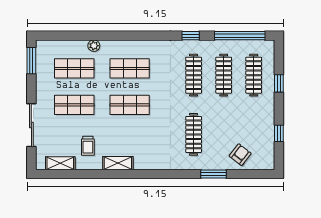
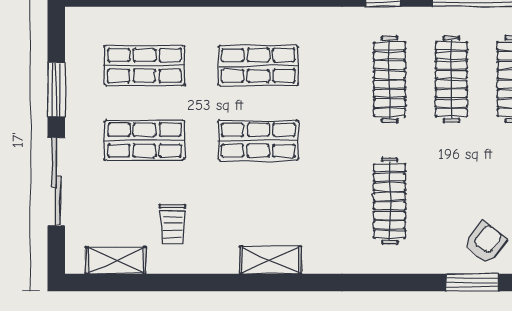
plant: (94, 46) -> (185, 19), removed
window: (31, 61) -> (56, 90), moved
shelving: (118, 163) -> (270, 260), moved
window: (213, 174) -> (472, 282), moved

